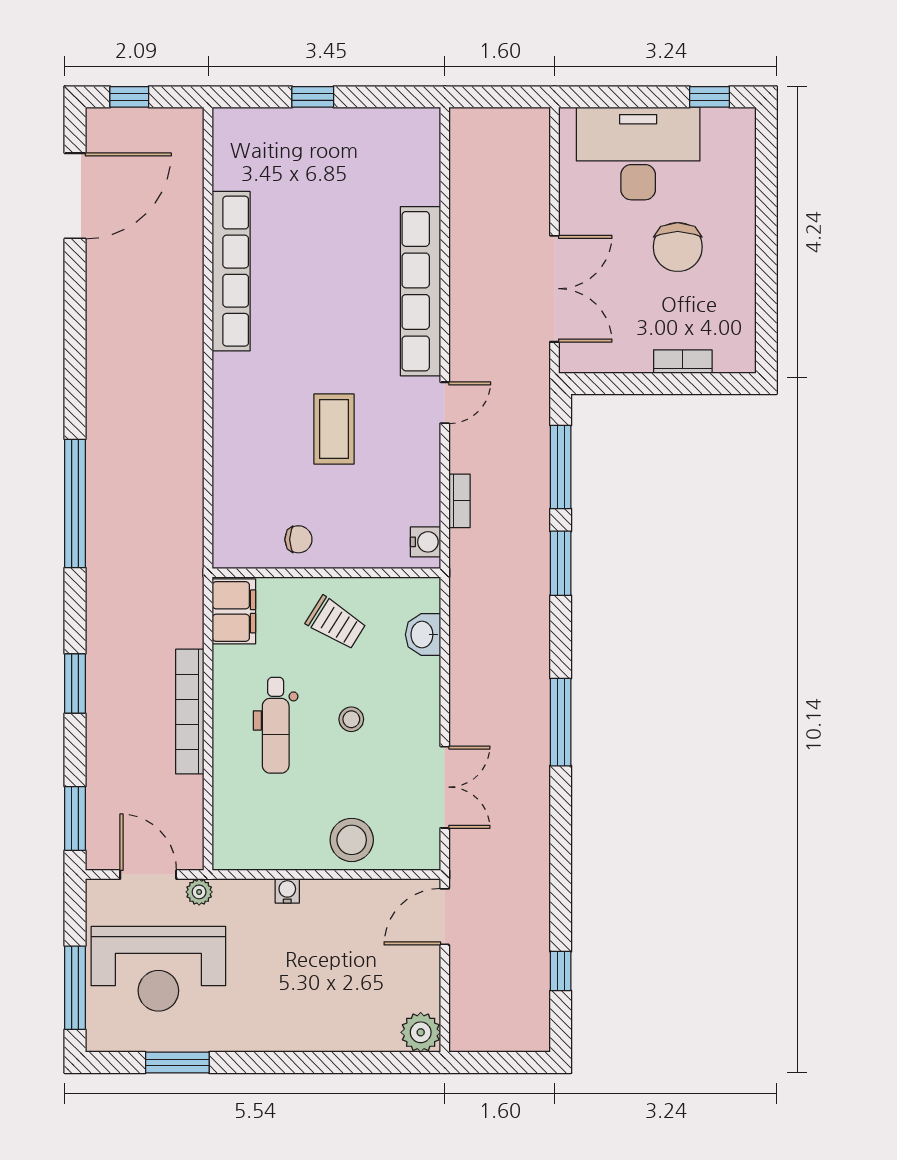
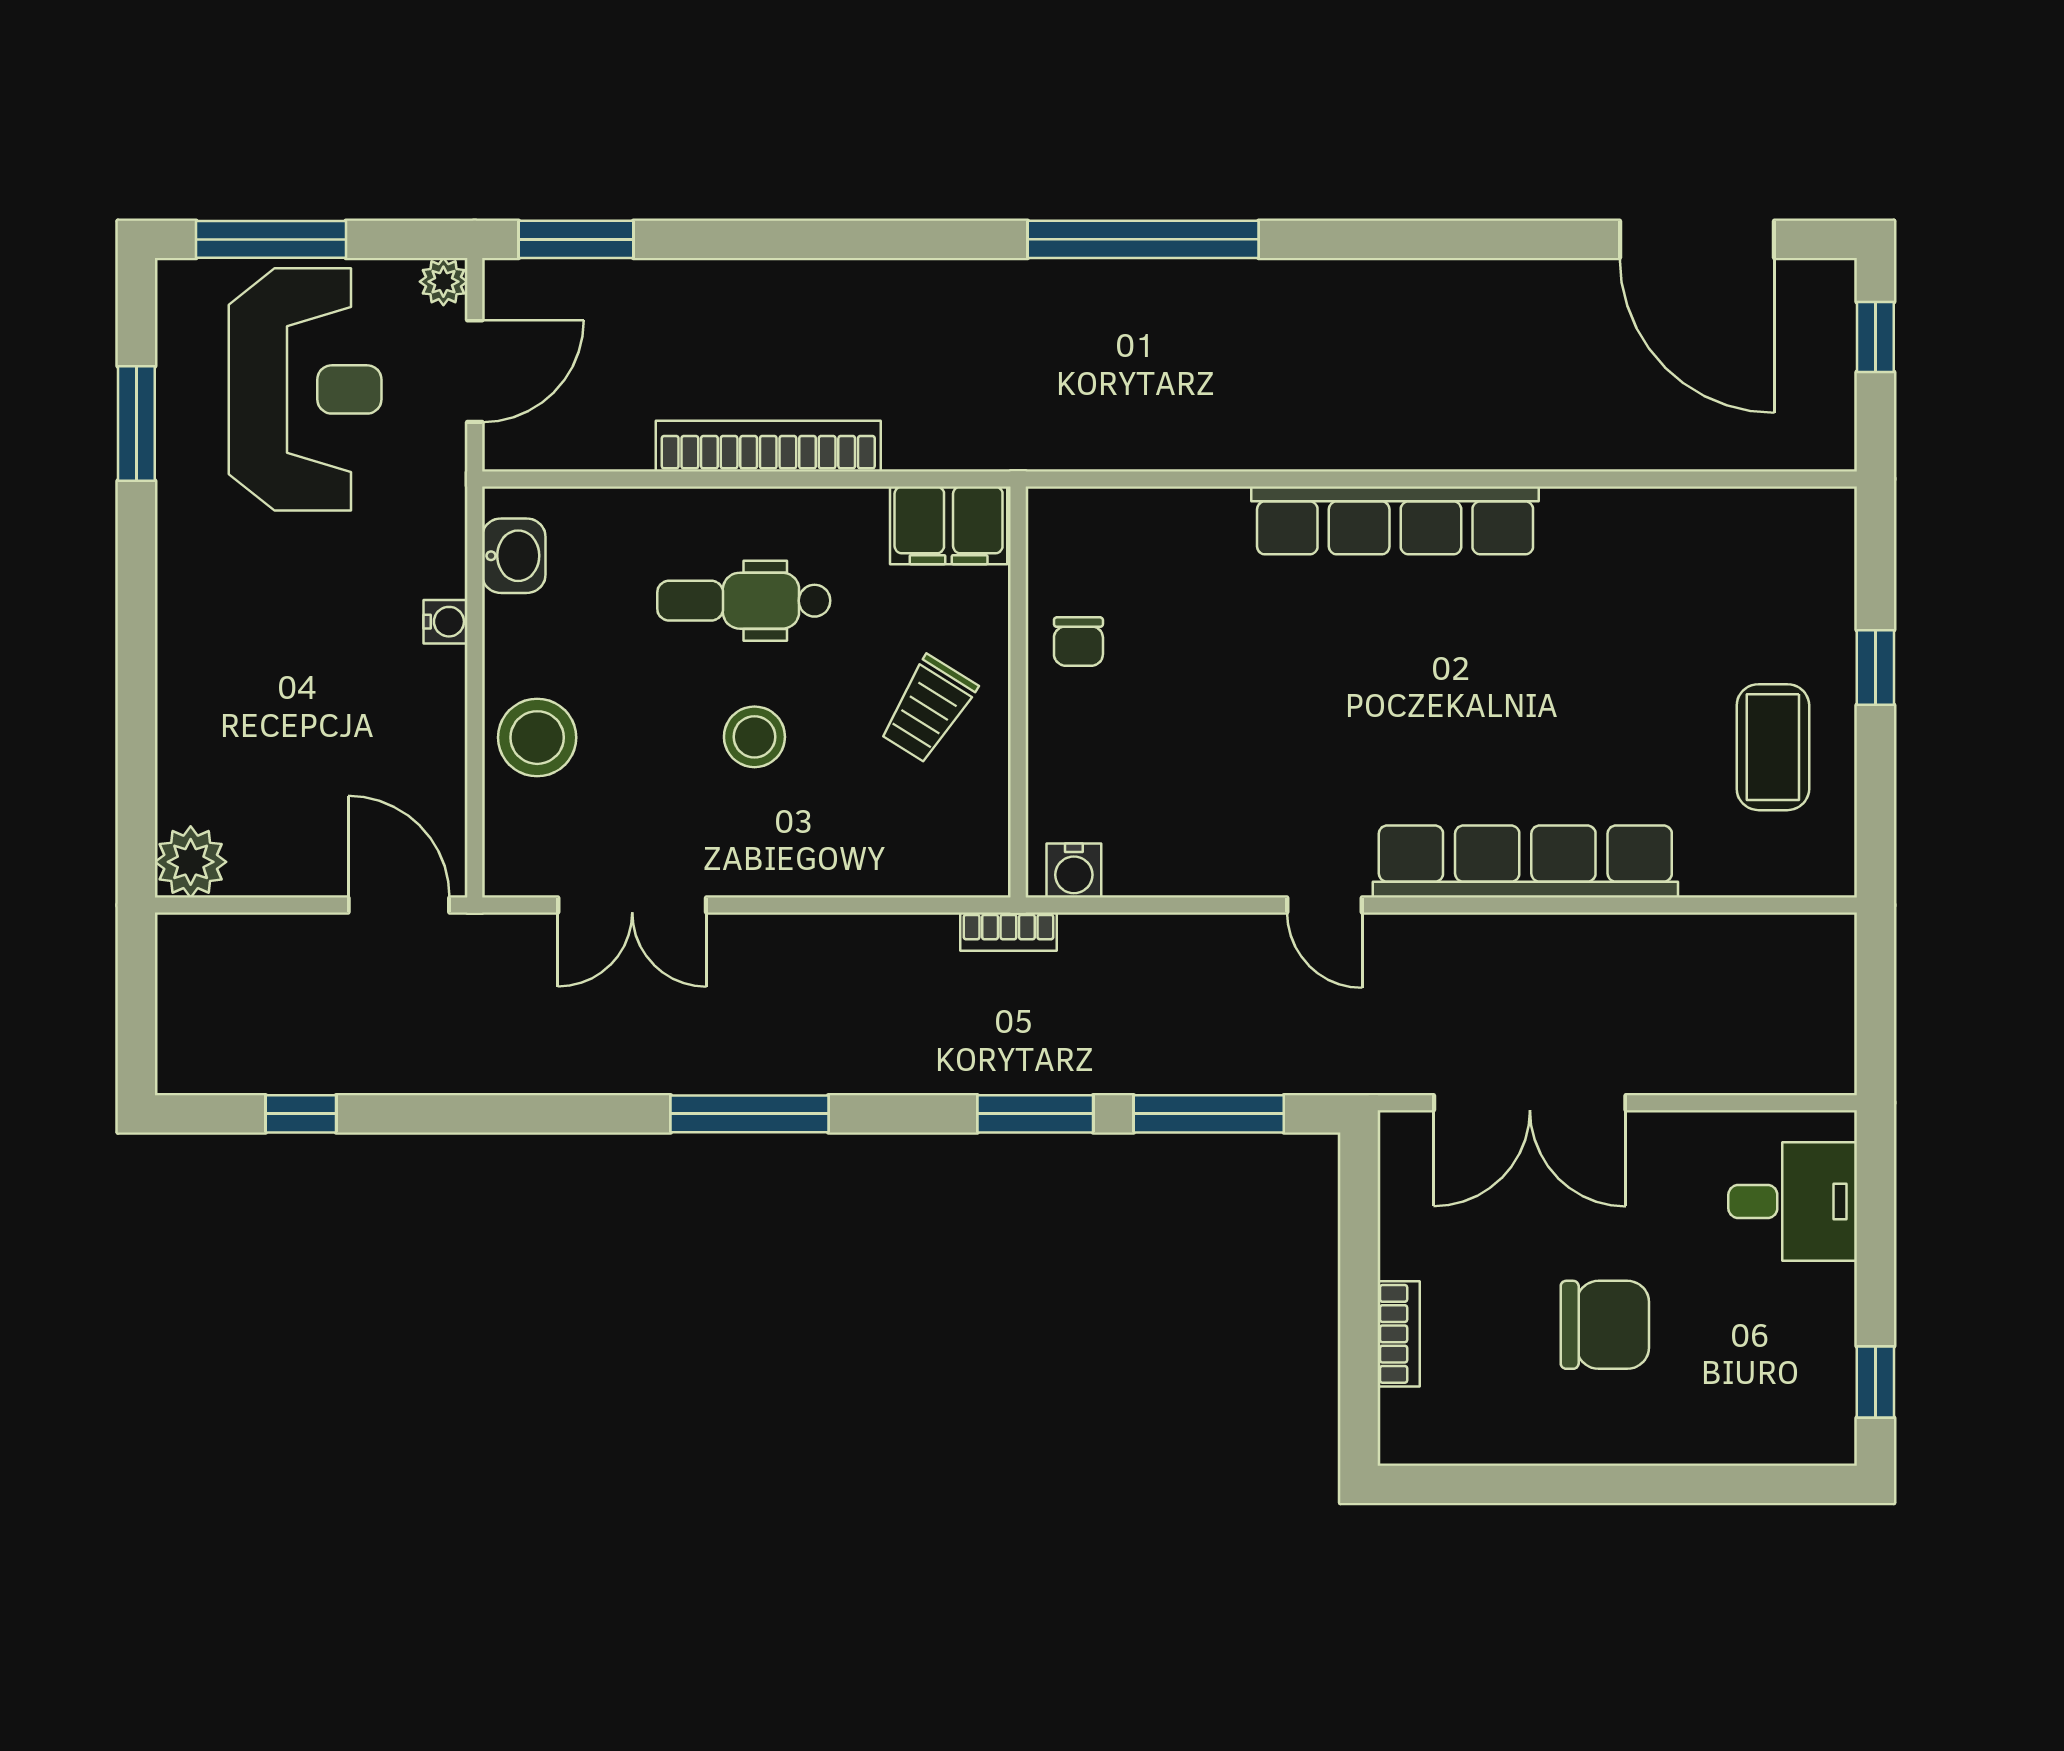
desk: (638, 153) -> (1793, 1202), width x0.53, depth x0.77
chair: (678, 247) -> (1605, 1325), turned 180
row of seats: (231, 271) -> (1395, 520), moved
coffee table: (334, 429) -> (1773, 747), moved, turned 90
bookcase: (459, 501) -> (1008, 932), moved
washbasin: (423, 635) -> (514, 556), moved, turned 90
window: (75, 683) -> (819, 239), removed
stool: (351, 719) -> (754, 737), width x1.37, depth x1.37
plant: (199, 892) -> (443, 282), moved
reception desk: (158, 969) -> (305, 389), turned 180

